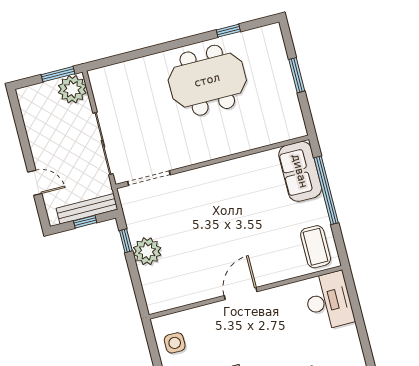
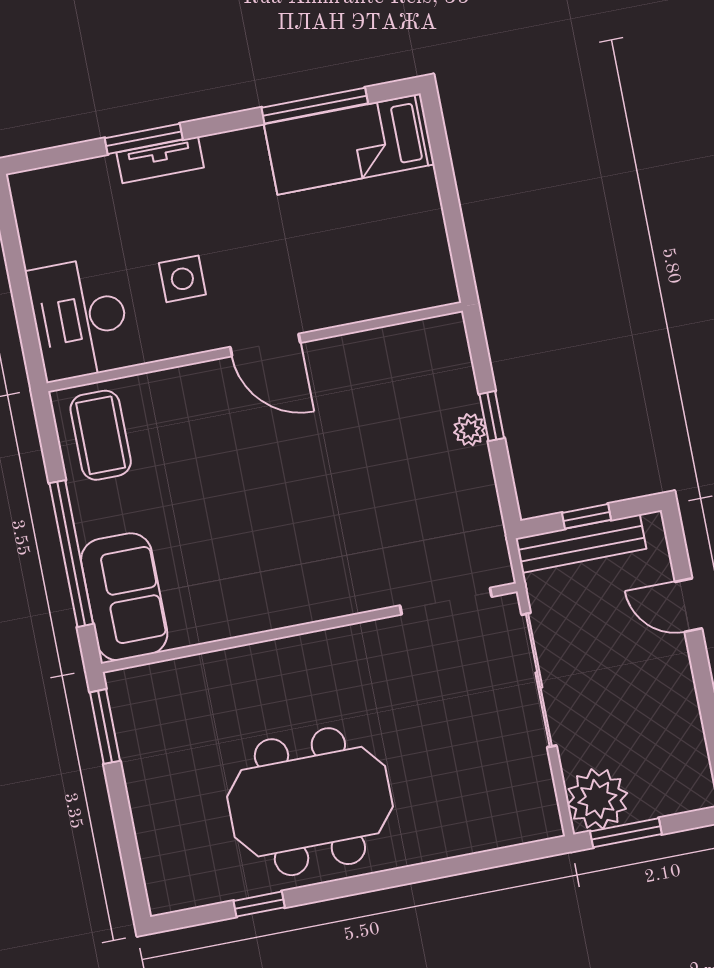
window: (297, 75) -> (105, 727), moved
window: (126, 241) -> (492, 416), moved
plant: (147, 251) -> (470, 430), width x0.53, depth x0.53
door: (241, 294) -> (265, 345), hinge flipped
side table: (175, 343) -> (182, 279), moved

